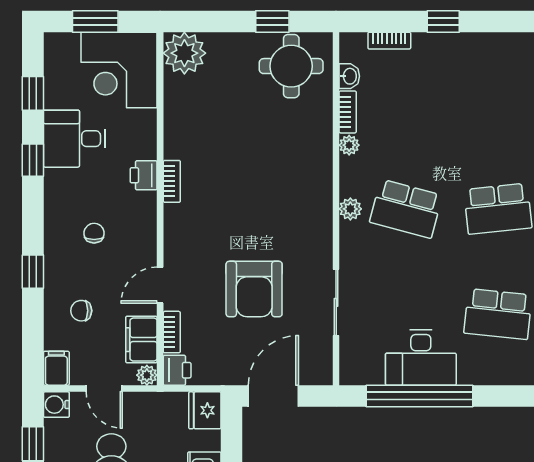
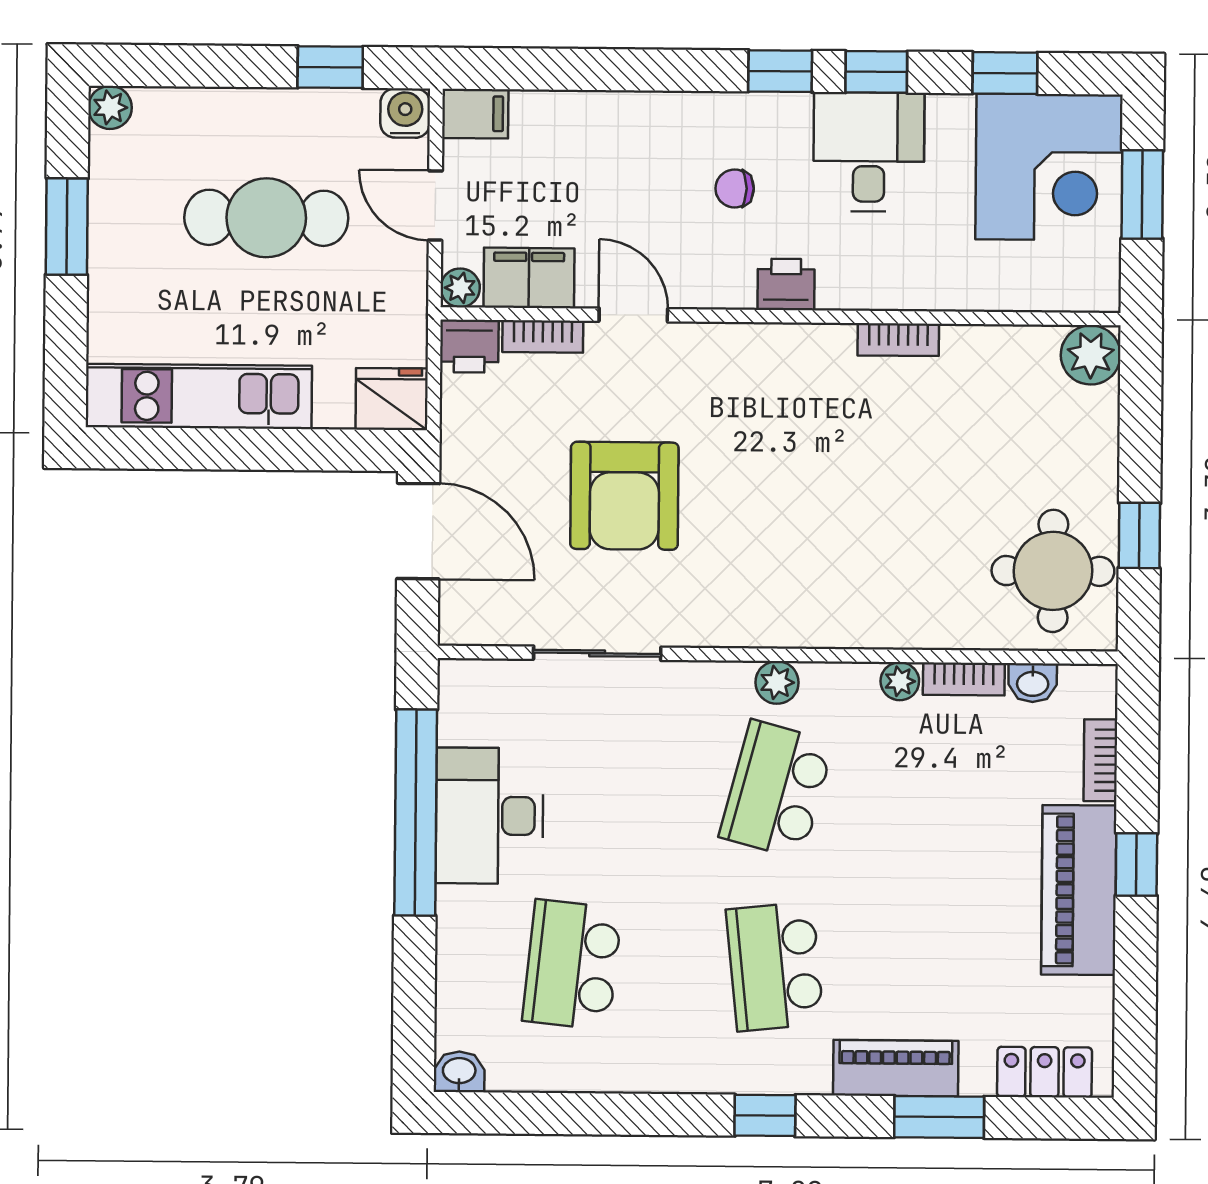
piano: (457, 51) -> (1079, 890), added
plant: (184, 53) -> (1091, 355), width x0.73, depth x0.73
corner desk: (119, 70) -> (1049, 167), moved, turned 180
desk: (74, 139) -> (869, 152), moved
printer: (144, 175) -> (786, 284), moved
bookcase: (172, 181) -> (898, 340), moved
chair: (94, 233) -> (735, 188), turned 180
window: (33, 272) -> (780, 71), moved
armchair: (254, 289) -> (624, 496), turned -90
chair: (81, 311) -> (586, 163), removed
door: (104, 389) -> (435, 206), hinge flipped

